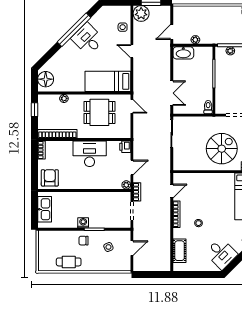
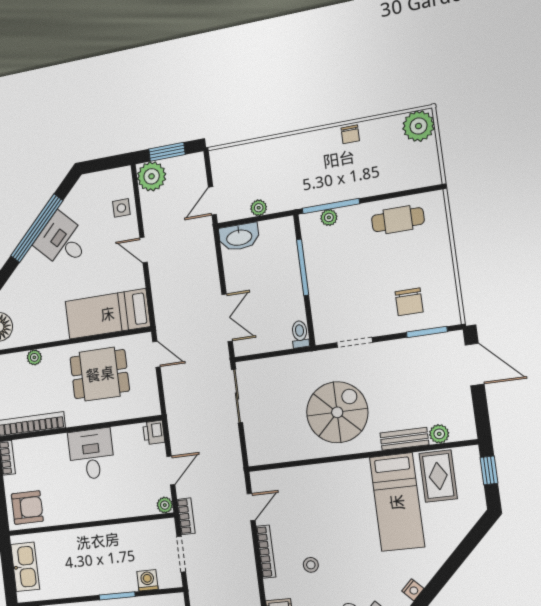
desk: (90, 154) -> (91, 454), width x0.73
armchair: (50, 178) -> (27, 508), turned 90
washing machine: (83, 223) -> (147, 580), moved

